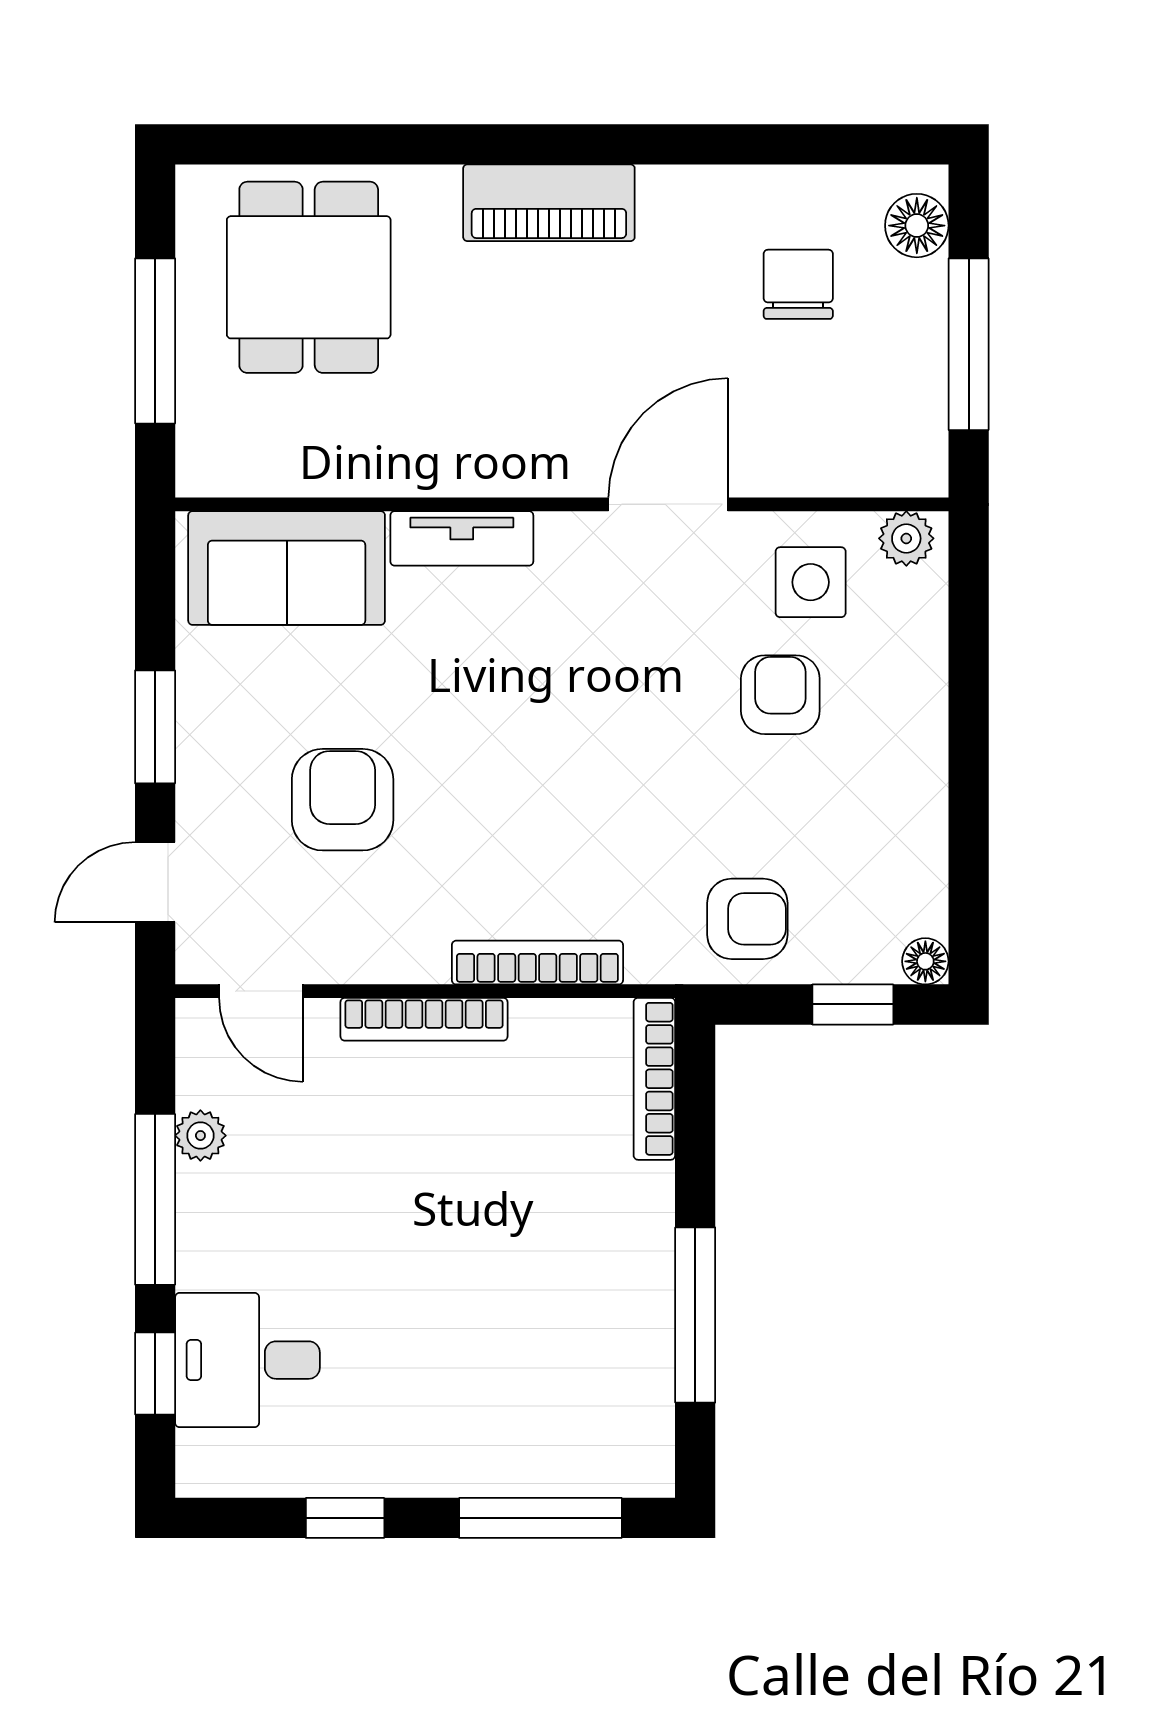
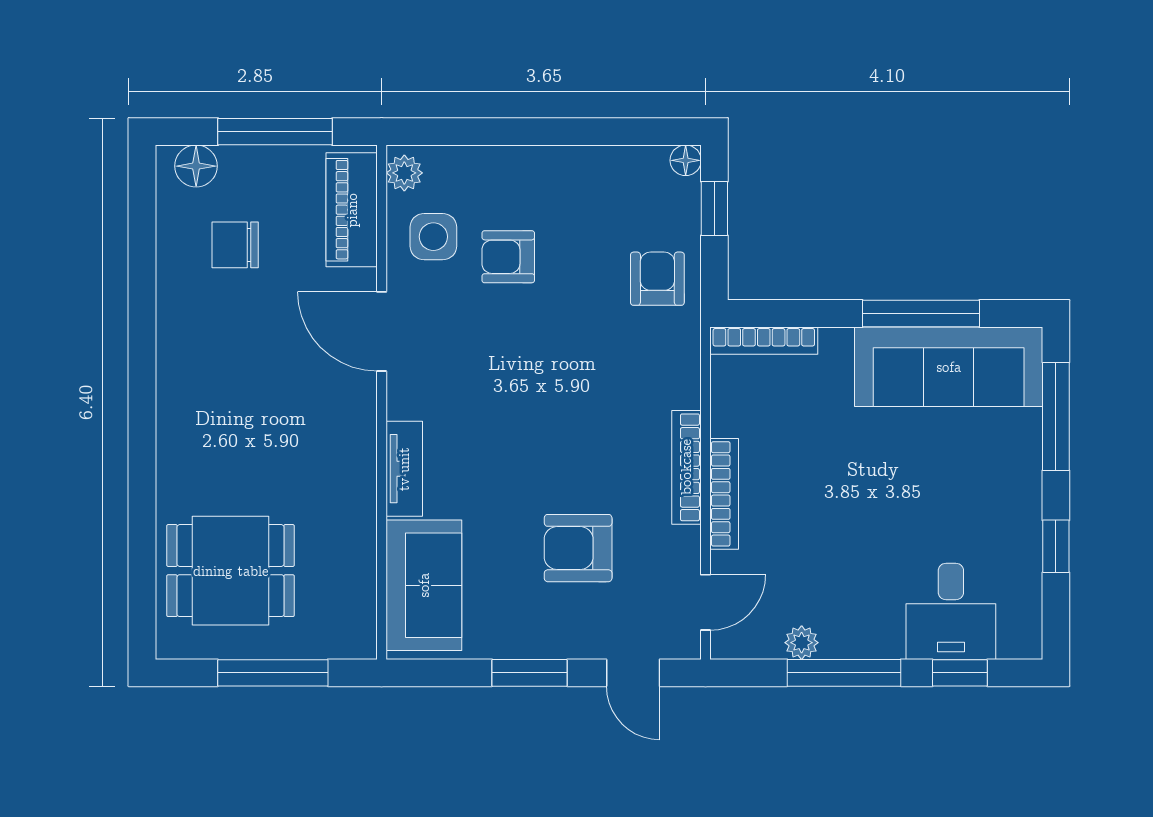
piano: (549, 203) -> (352, 210), moved, turned 180
bookcase: (537, 963) -> (686, 467), moved
sofa: (615, 1357) -> (949, 367), added

